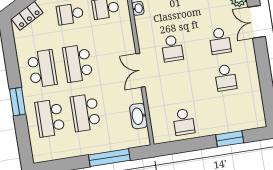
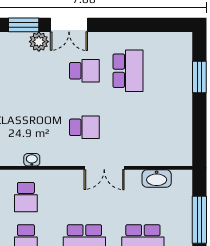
school desk: (226, 78) -> (128, 71), width x1.85
school desk: (184, 122) -> (171, 127), removed

